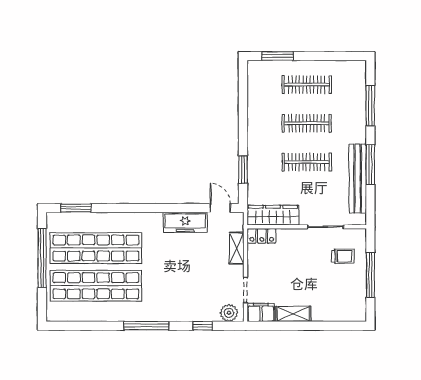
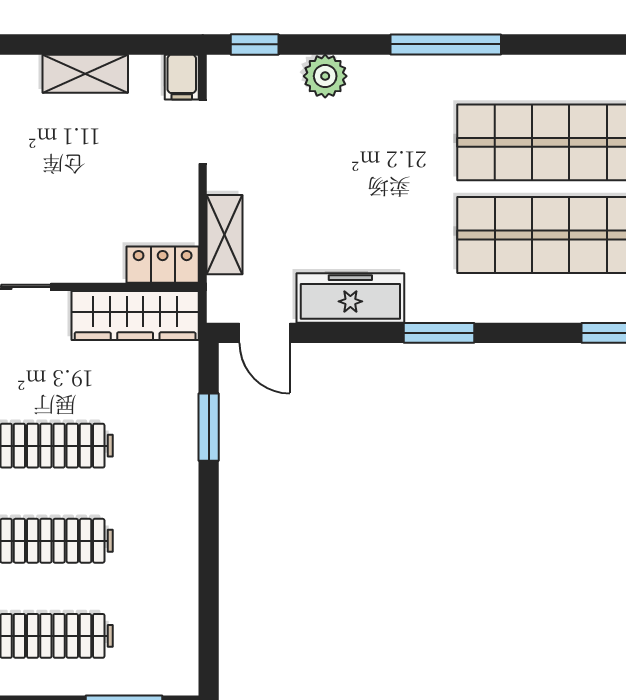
window: (149, 208) -> (439, 333), added
filing cabinet: (261, 312) -> (182, 77), width x0.50
plant: (229, 313) -> (325, 76), moved
window: (203, 326) -> (255, 44), moved

